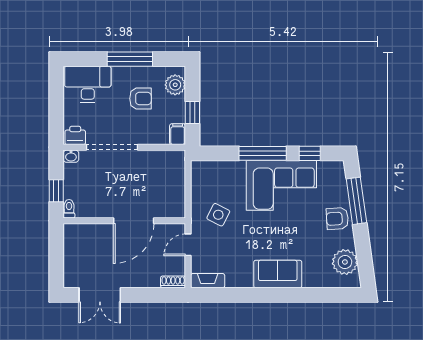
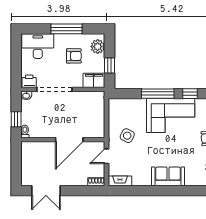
filing cabinet: (178, 134) -> (94, 80), width x2.00

